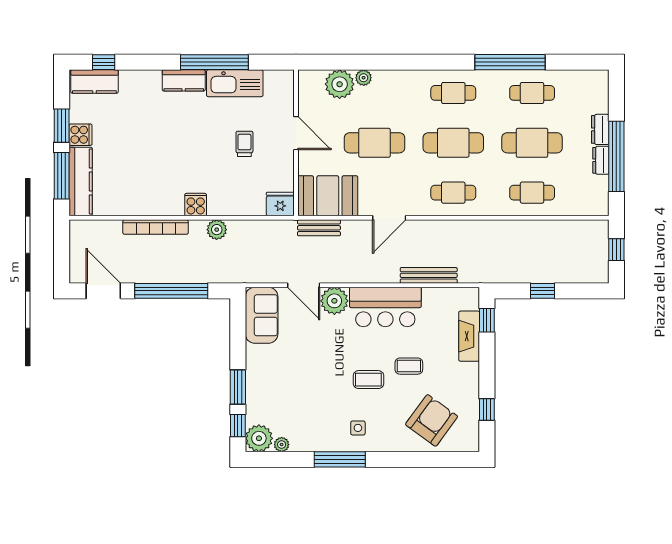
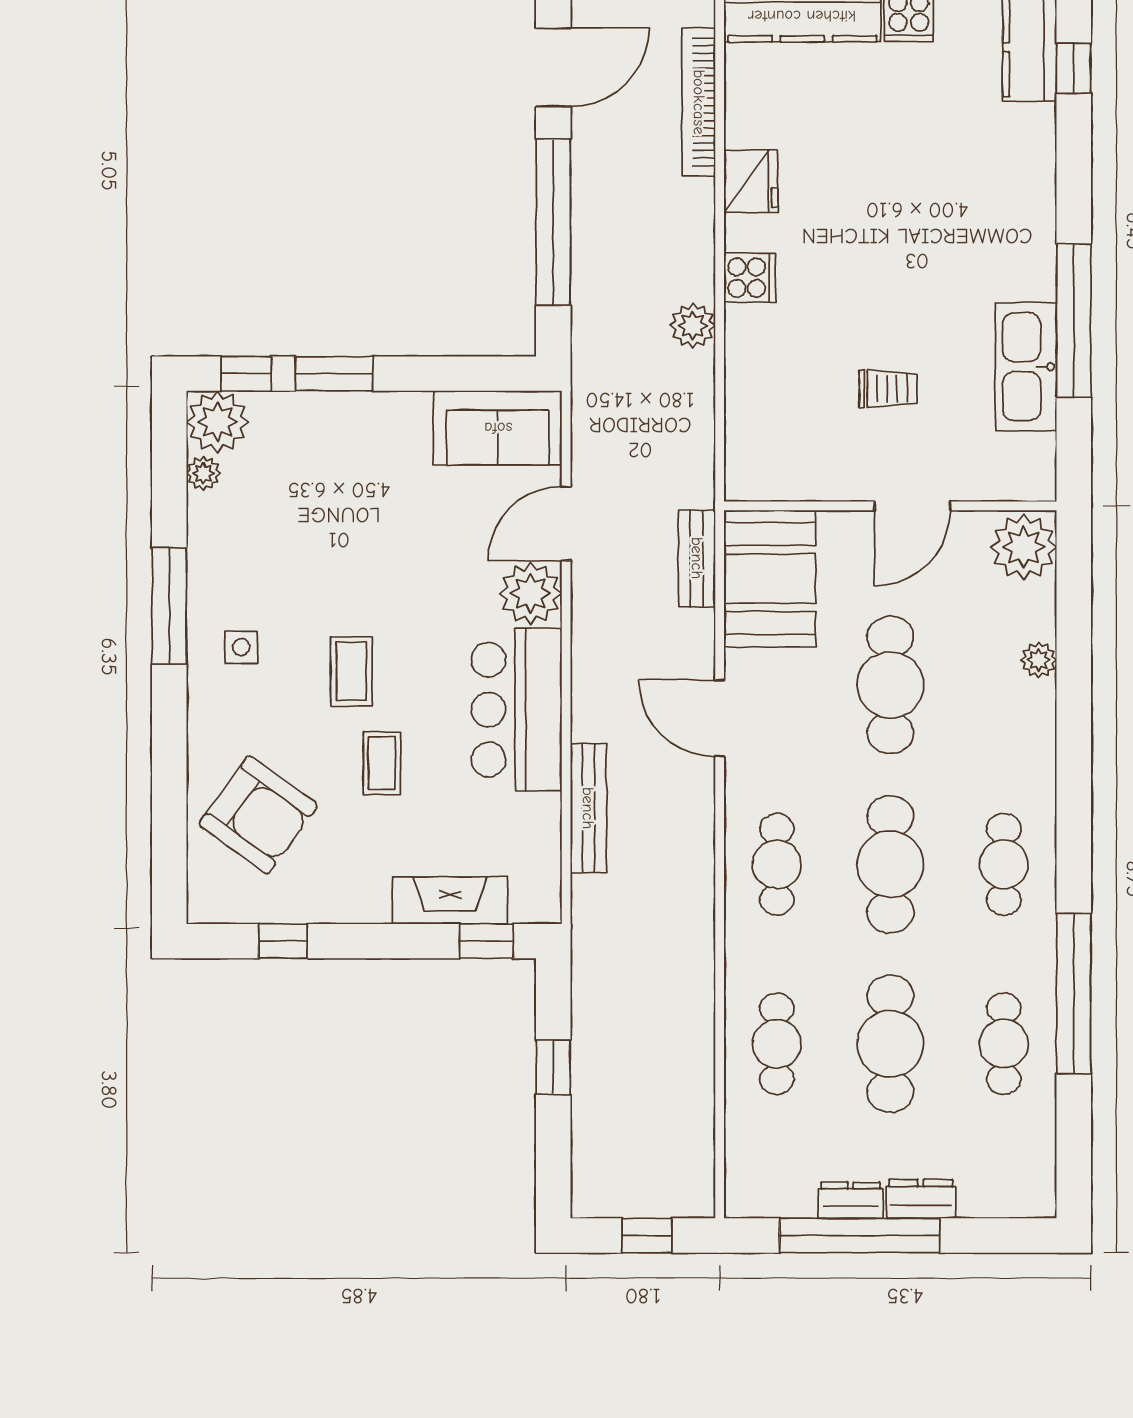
kitchen counter: (184, 80) -> (1032, 250), removed
plant: (340, 84) -> (1024, 547), moved
fridge: (280, 204) -> (751, 181), moved
bookcase: (156, 227) -> (699, 102), moved

